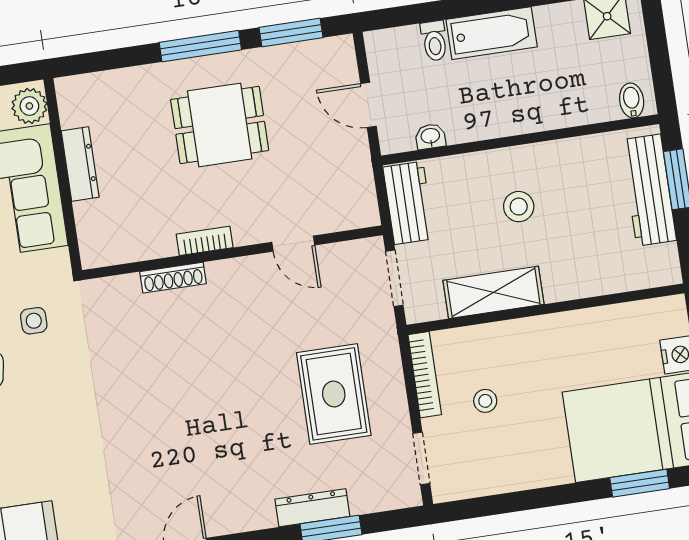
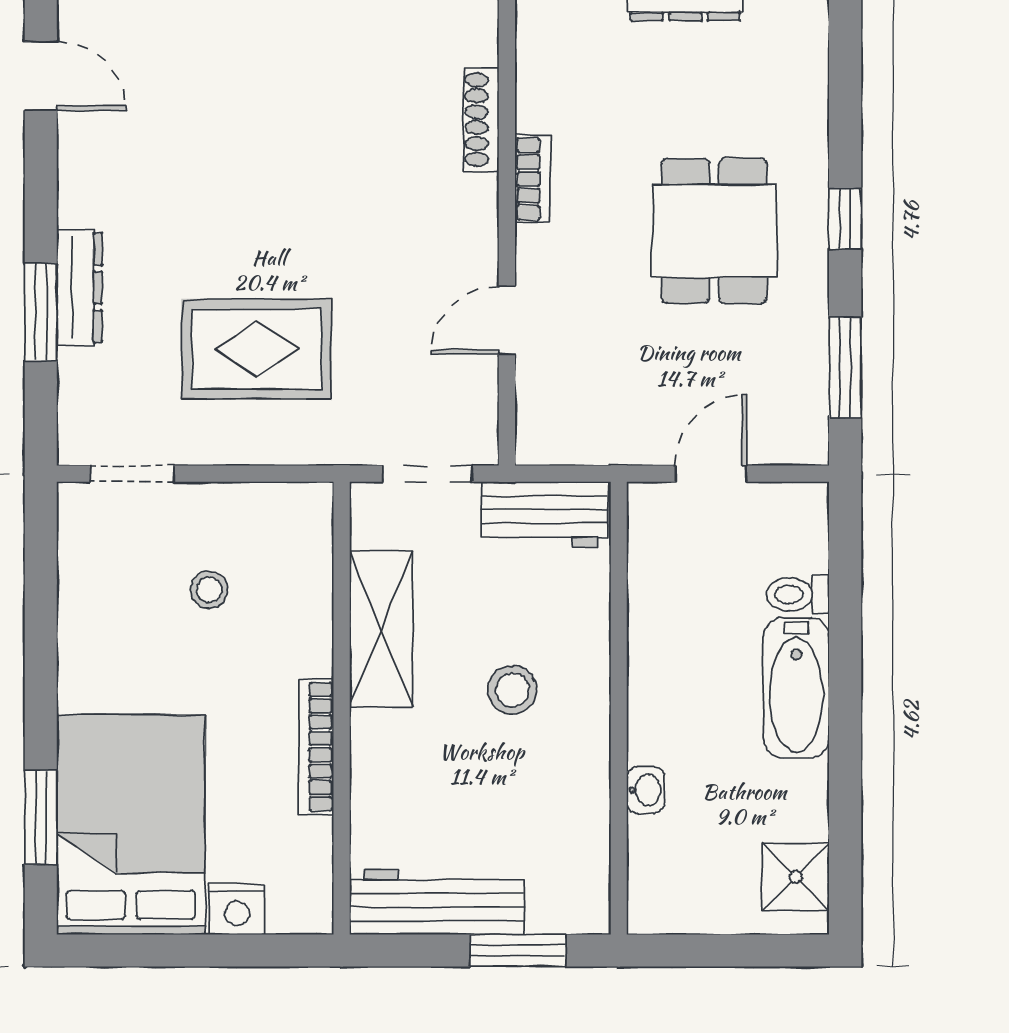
window: (200, 46) -> (845, 219), width x0.46
bidet: (632, 100) -> (655, 896), removed
washbasin: (430, 136) -> (646, 790), moved
workbench: (649, 190) -> (437, 902), moved
bookcase: (425, 375) -> (316, 747), moved, turned 90

